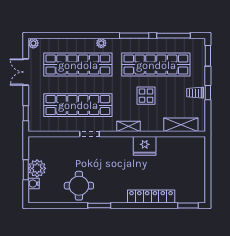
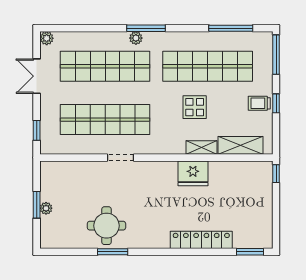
window: (134, 36) -> (146, 28), moved
window: (208, 56) -> (276, 55), width x1.44
shelving: (129, 126) -> (201, 147), moved
window: (208, 146) -> (276, 174), added
plant: (37, 168) -> (46, 208), width x0.53, depth x0.53
water cooler: (34, 184) -> (47, 223), removed
window: (99, 206) -> (113, 252), moved

